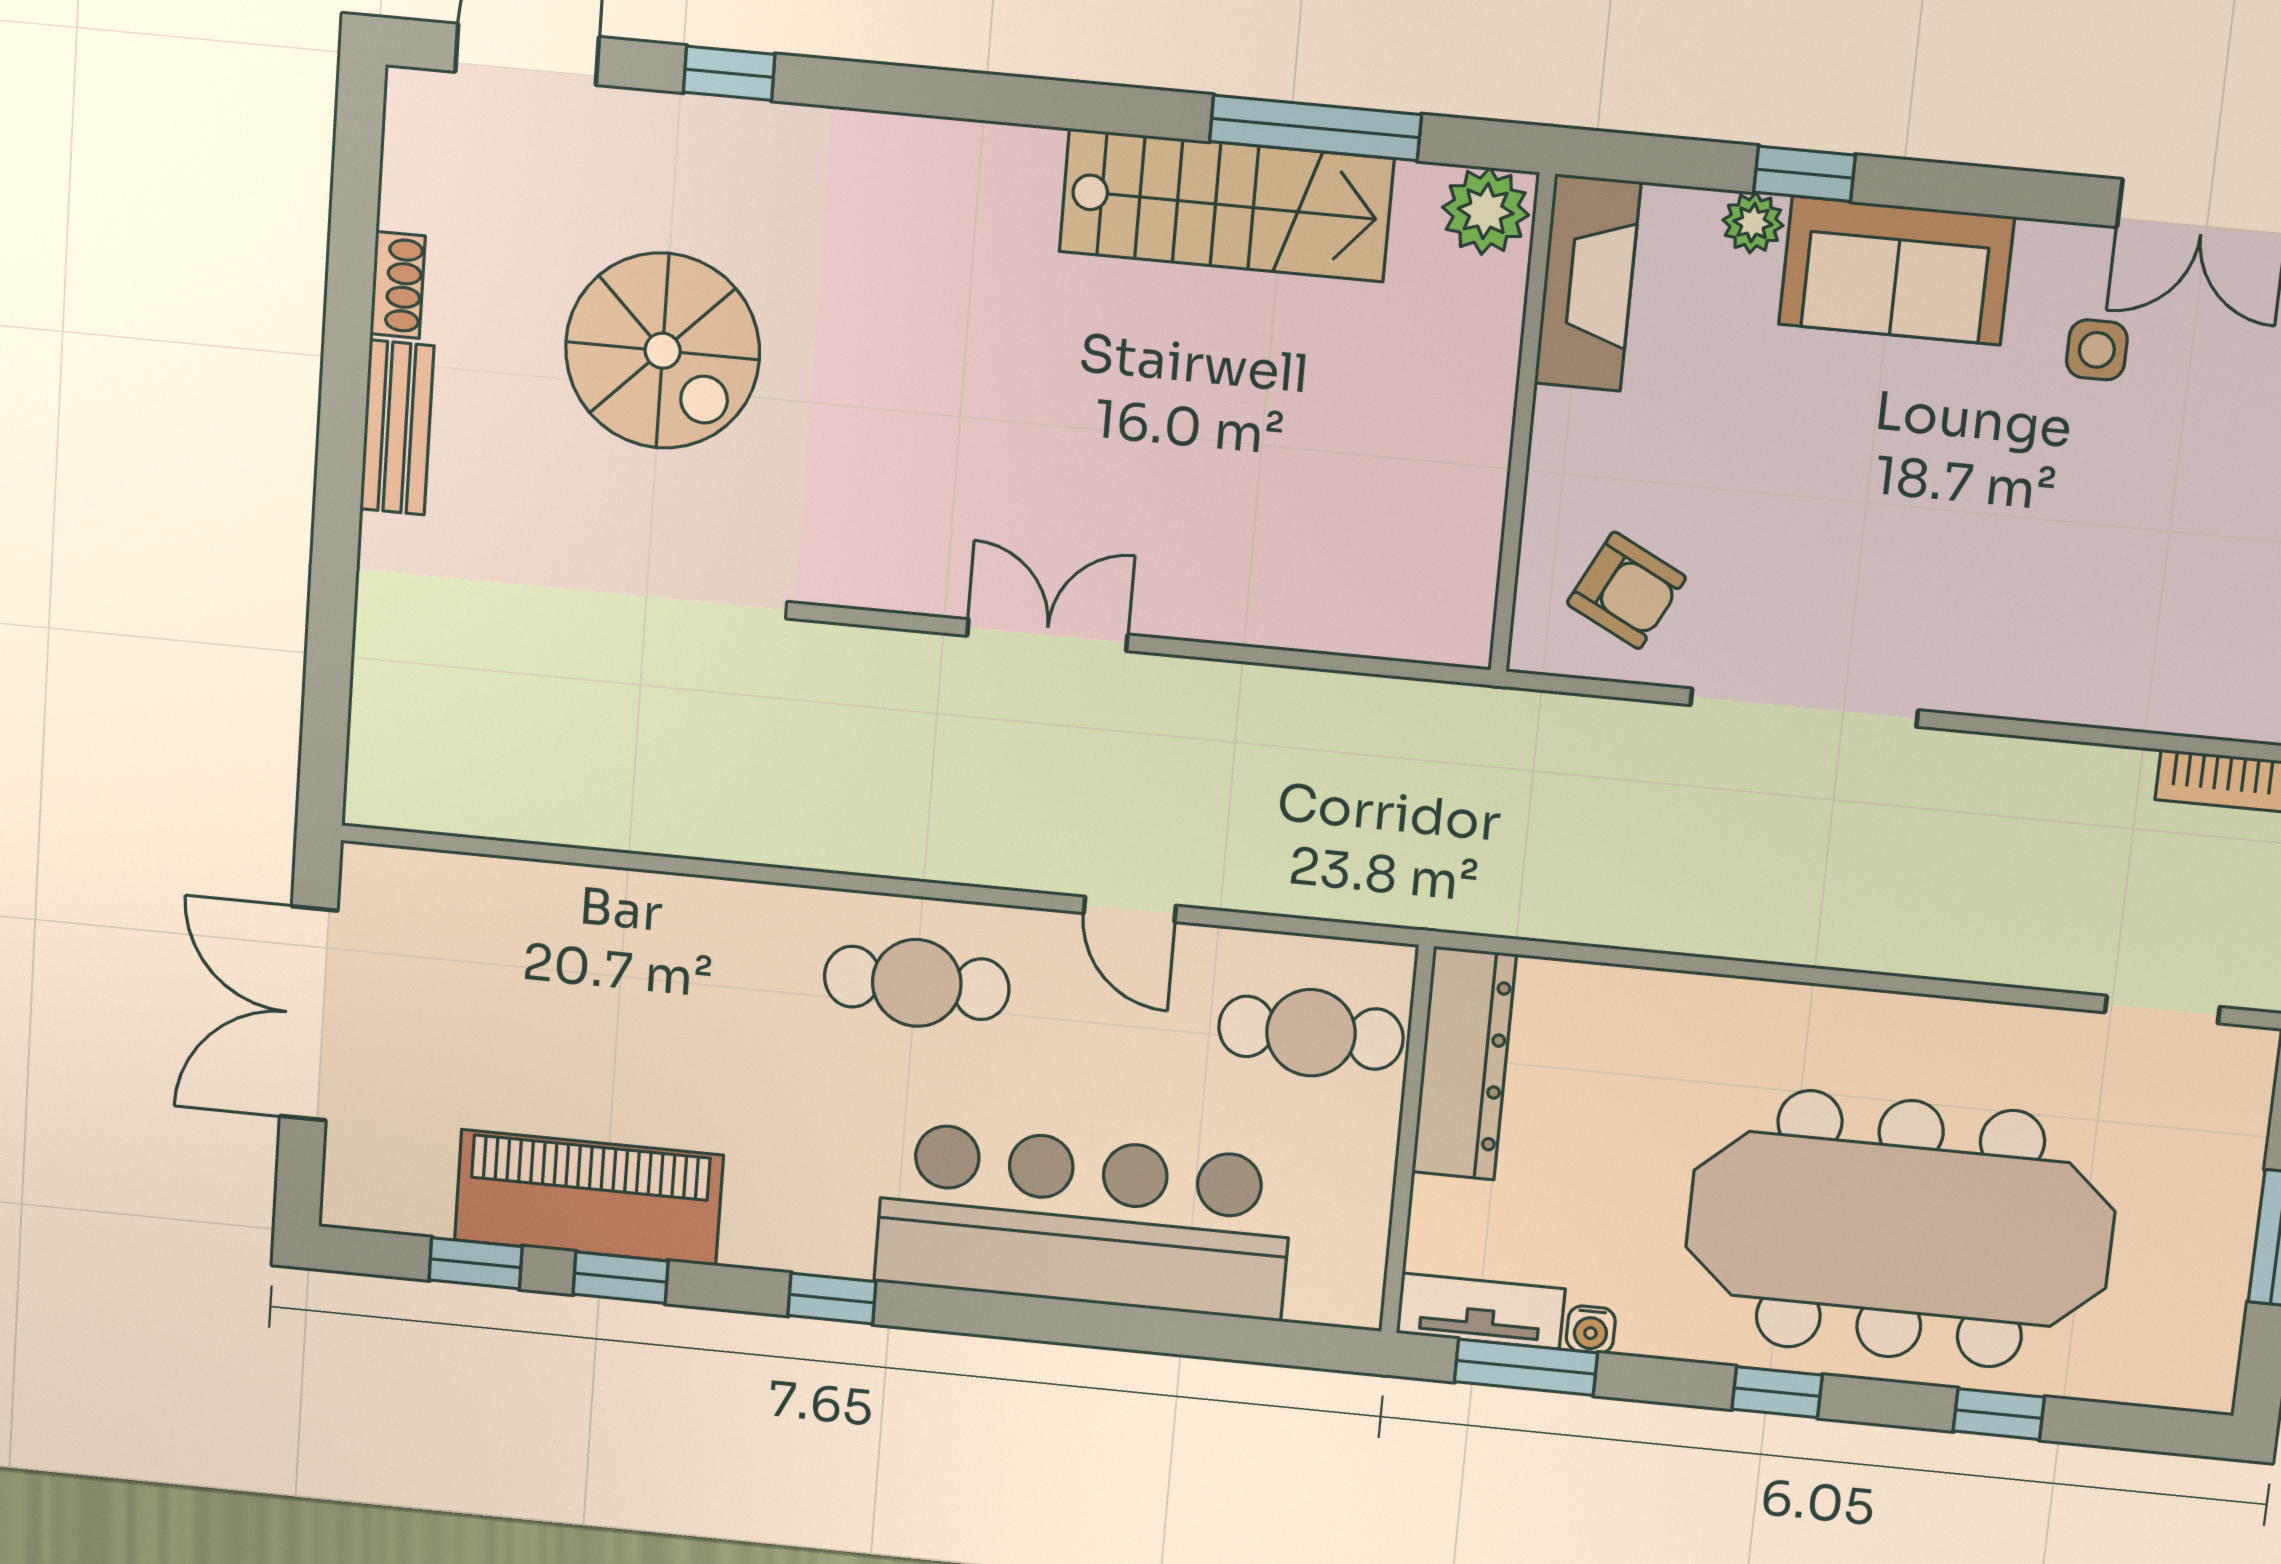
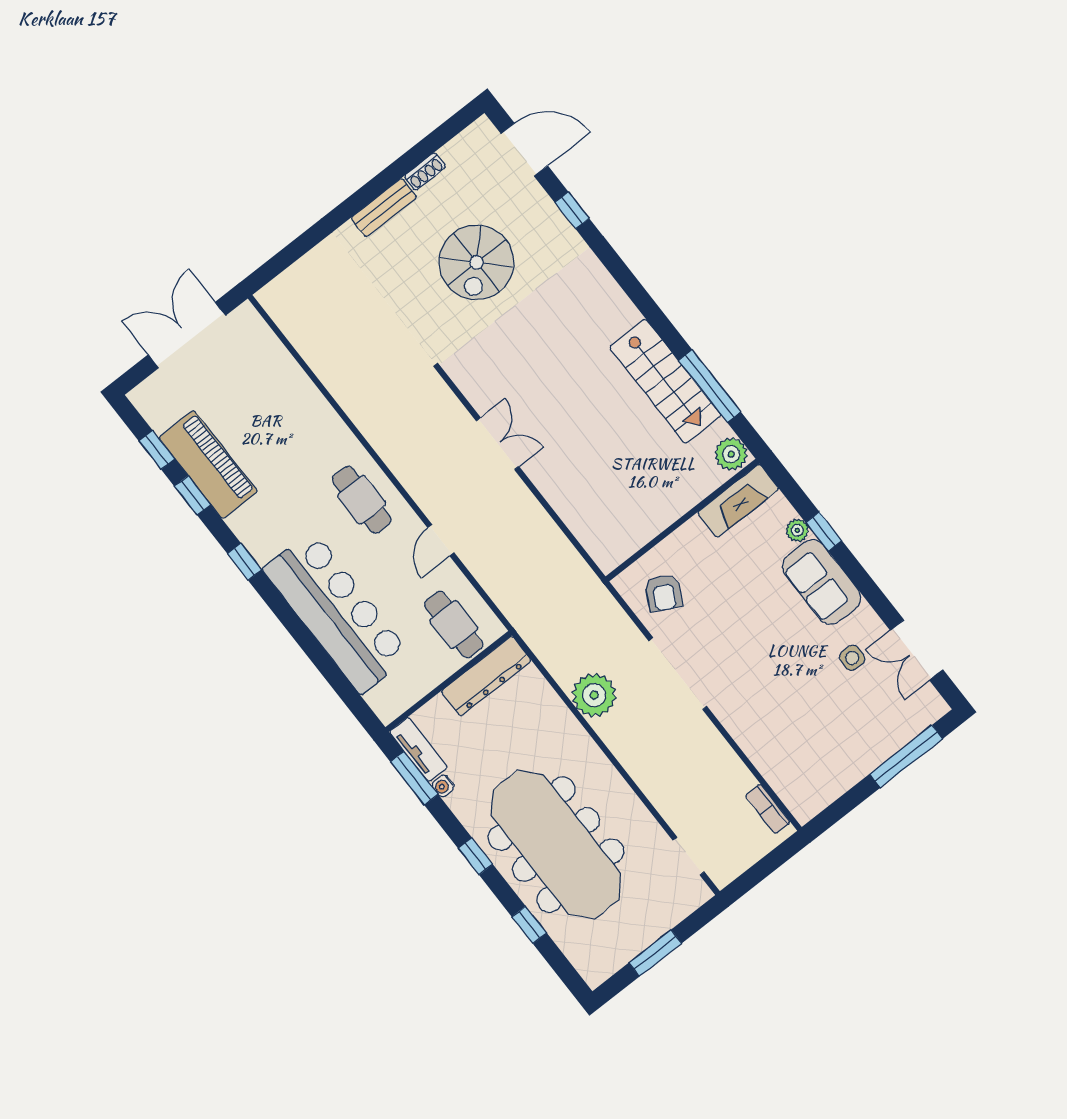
plant: (1692, 900) -> (594, 695), added

